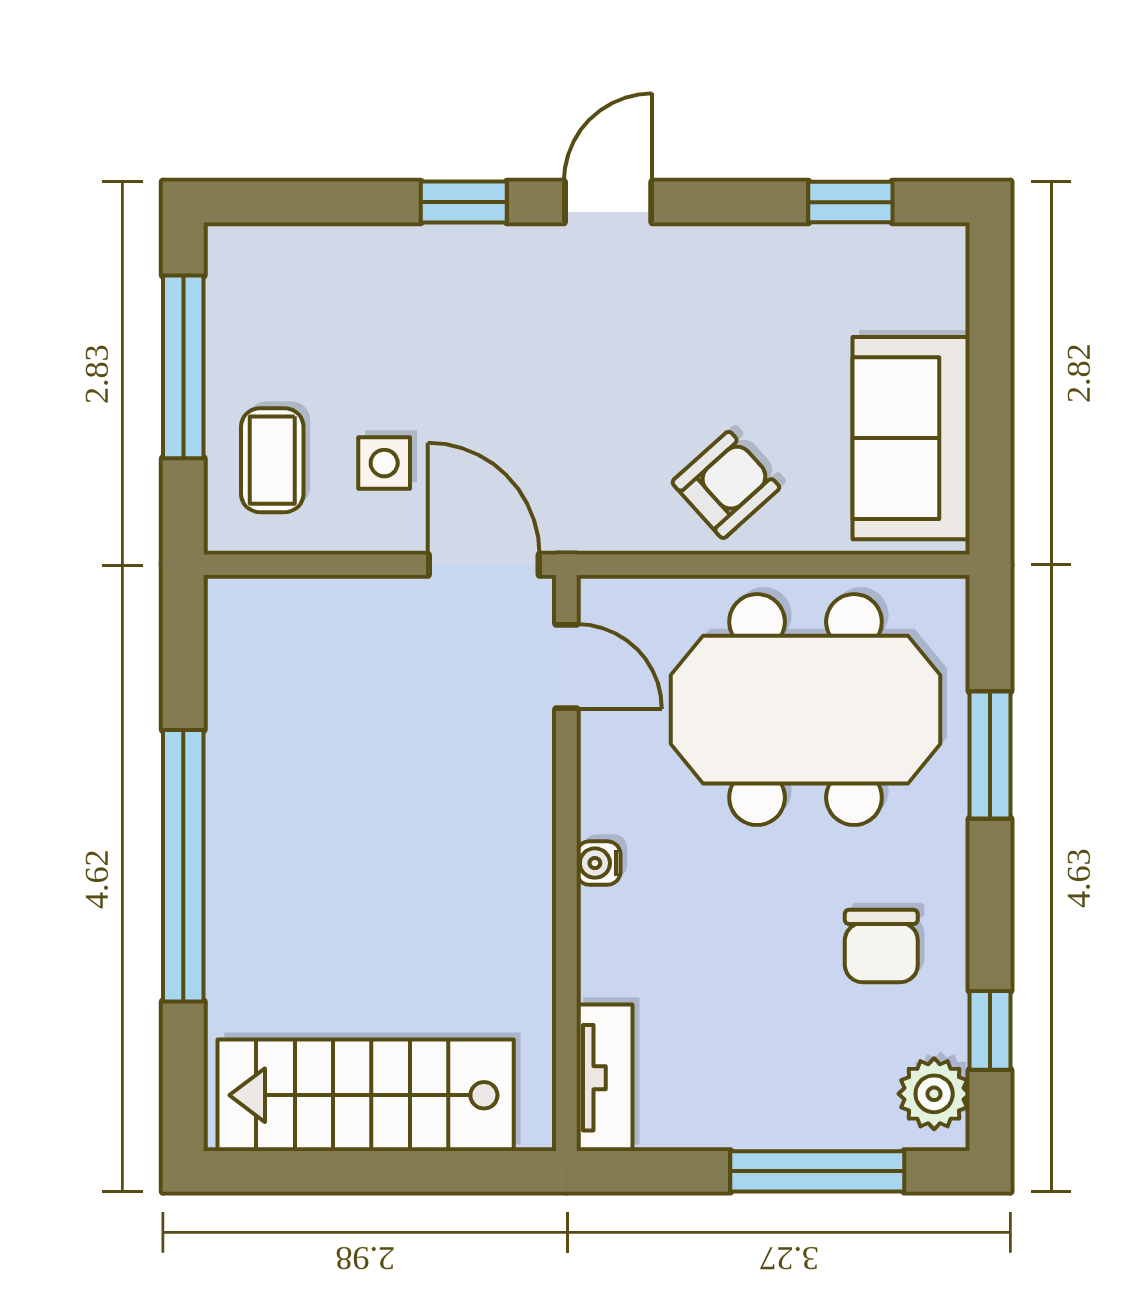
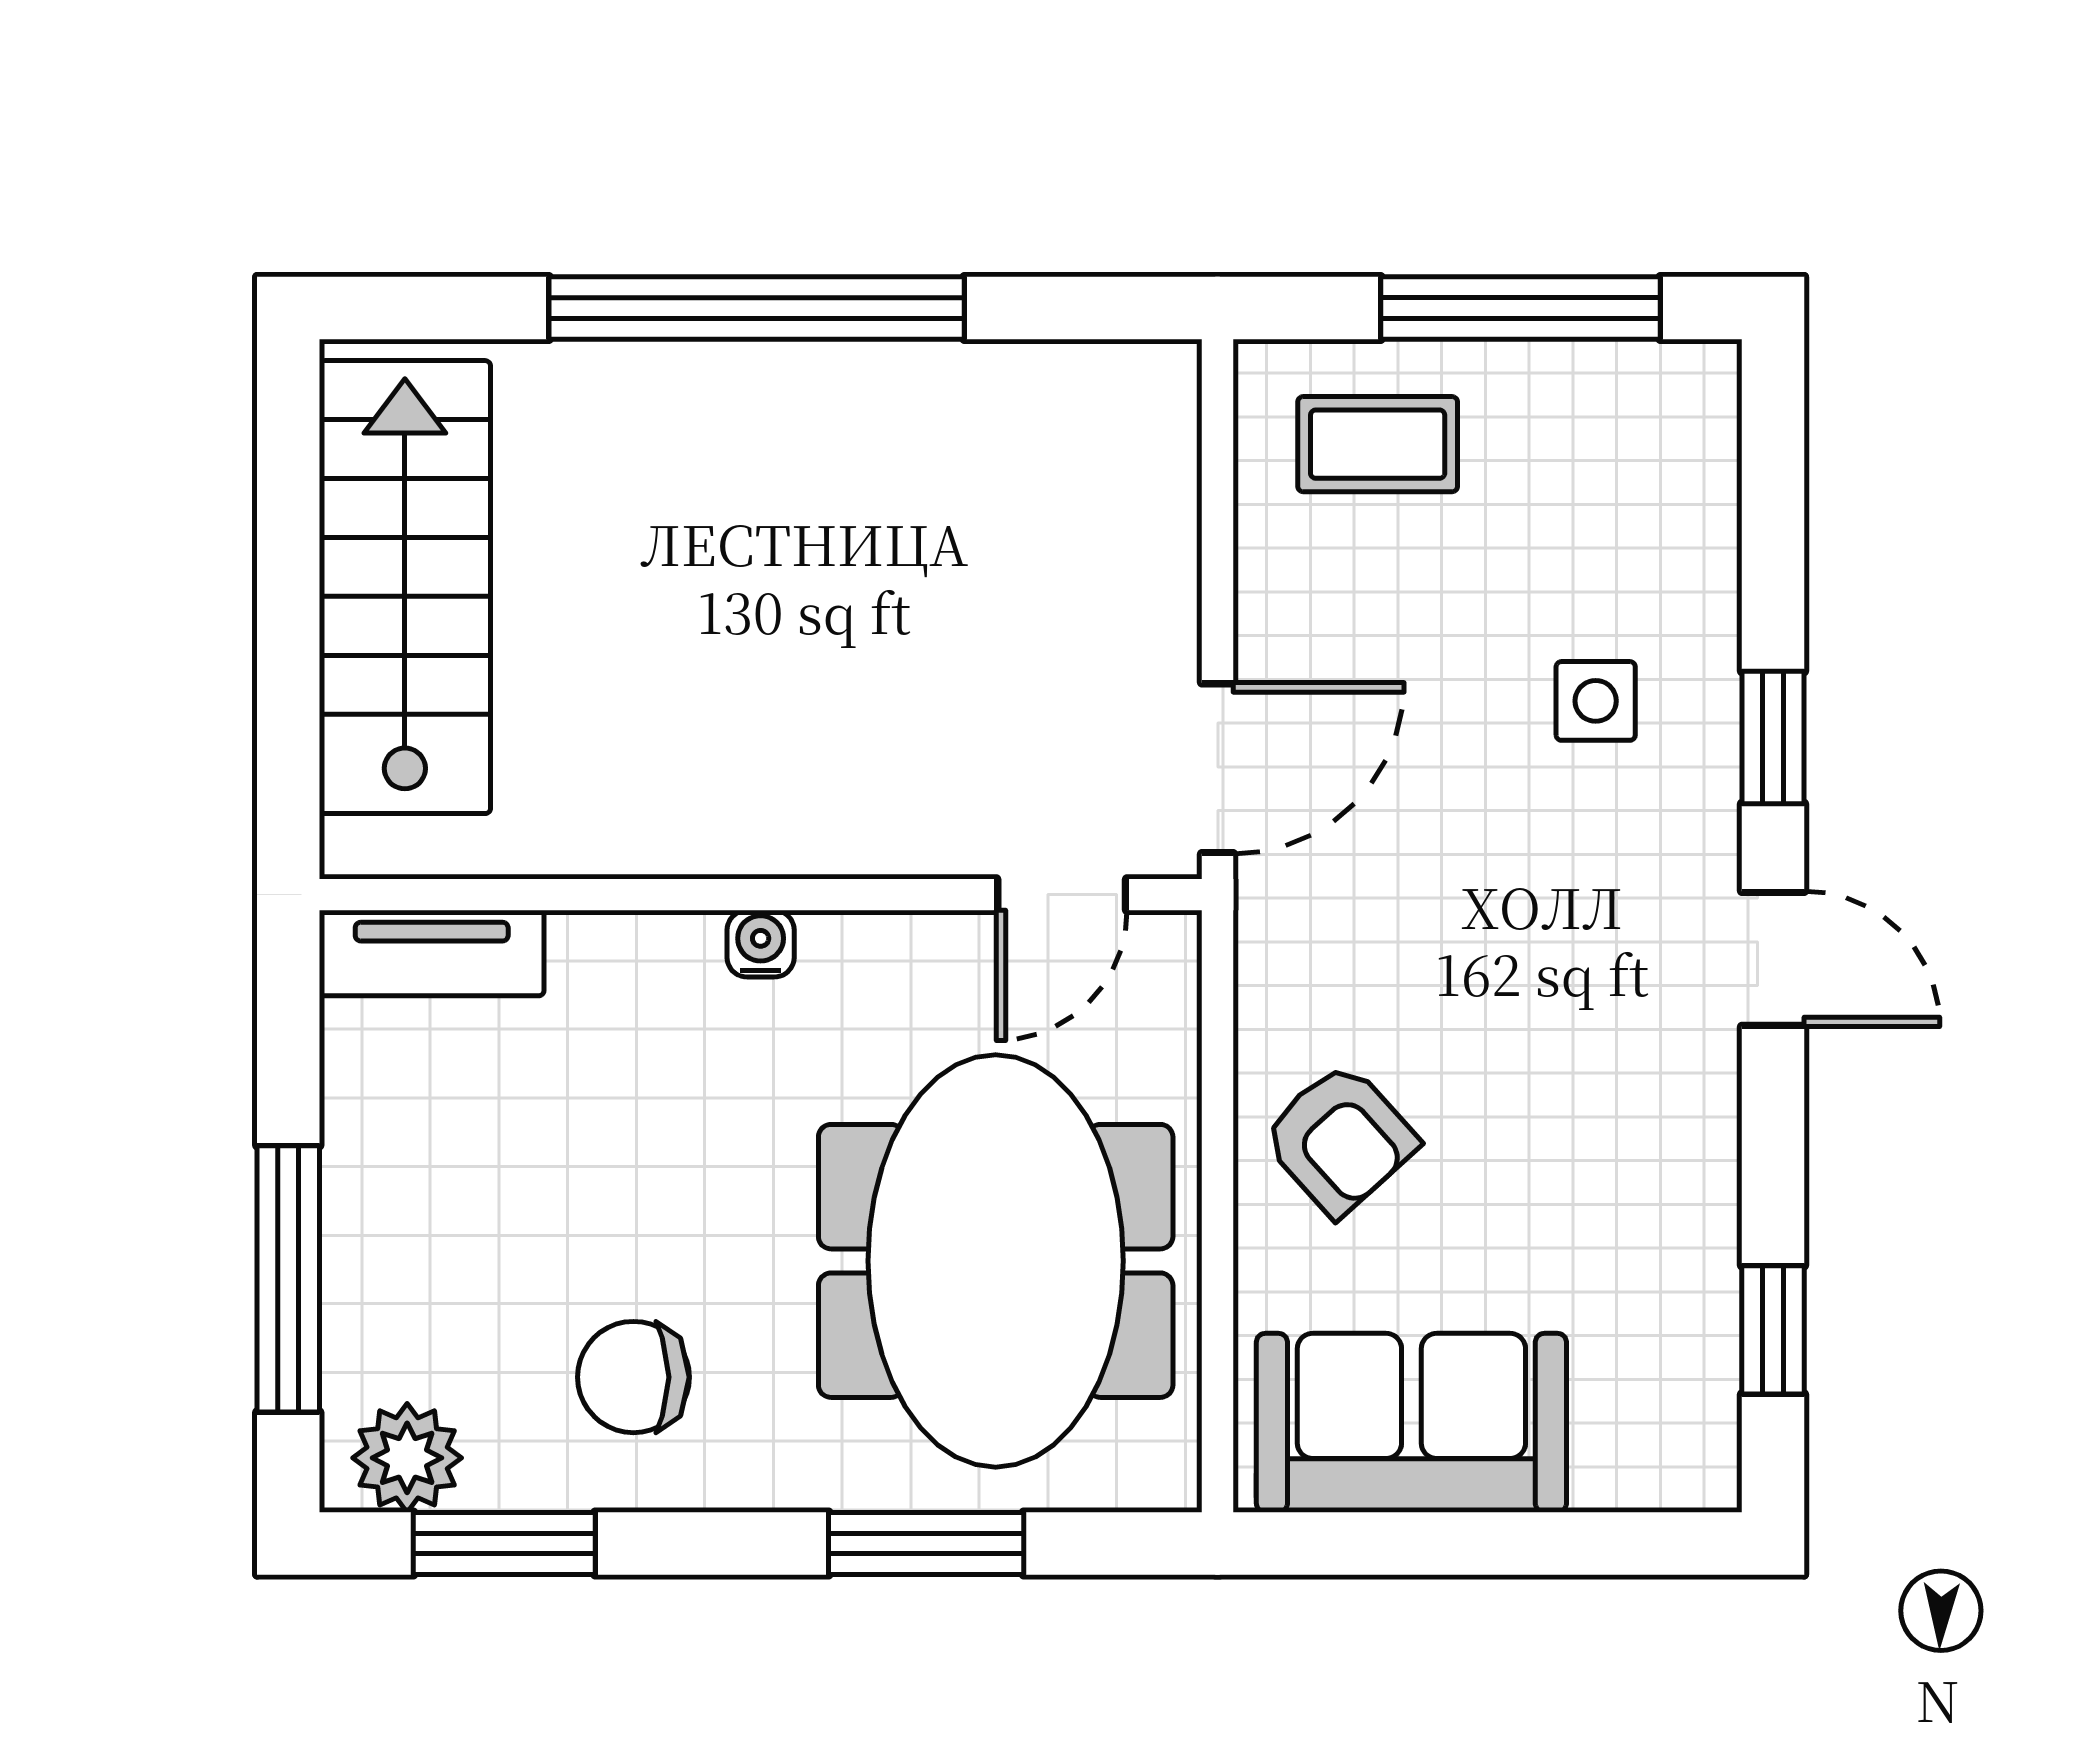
side table: (384, 463) -> (1596, 701), moved
window: (990, 1030) -> (504, 1544), width x1.50

